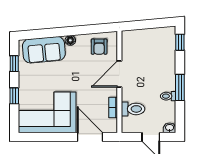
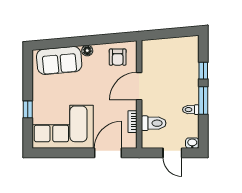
window: (180, 42) -> (203, 71), moved
window: (14, 64) -> (28, 75), removed
door: (90, 137) -> (108, 153), hinge flipped

